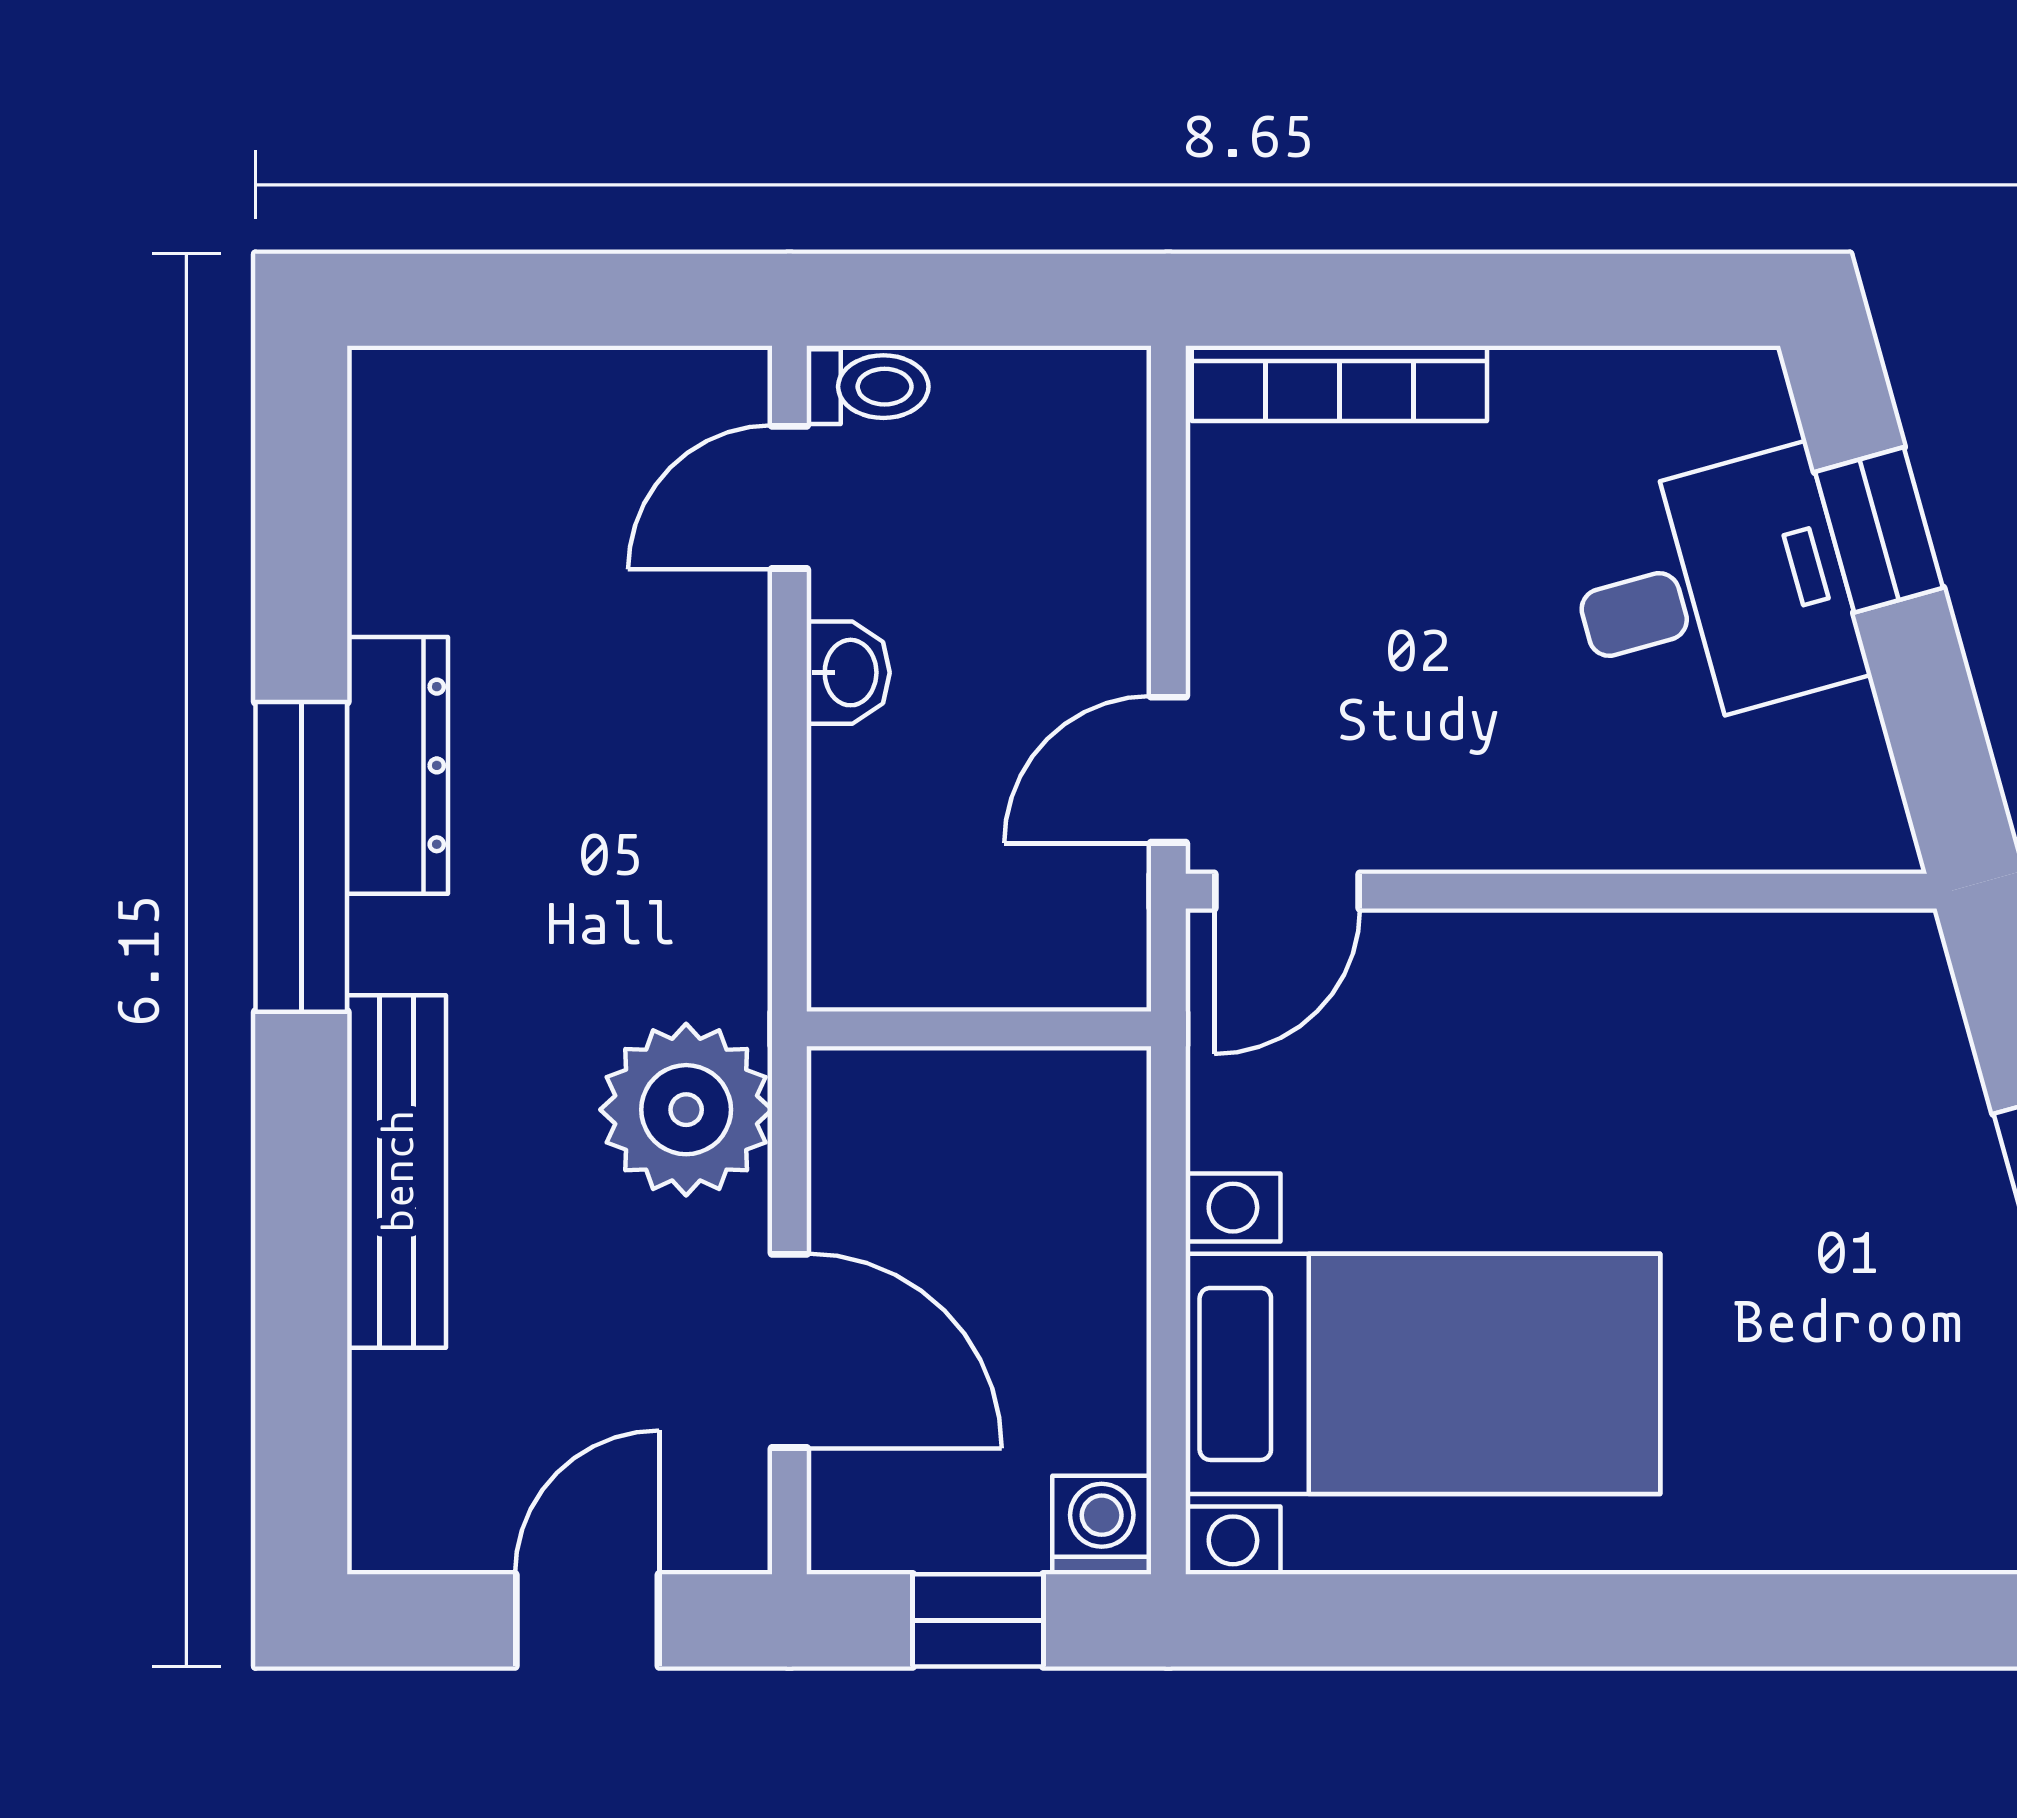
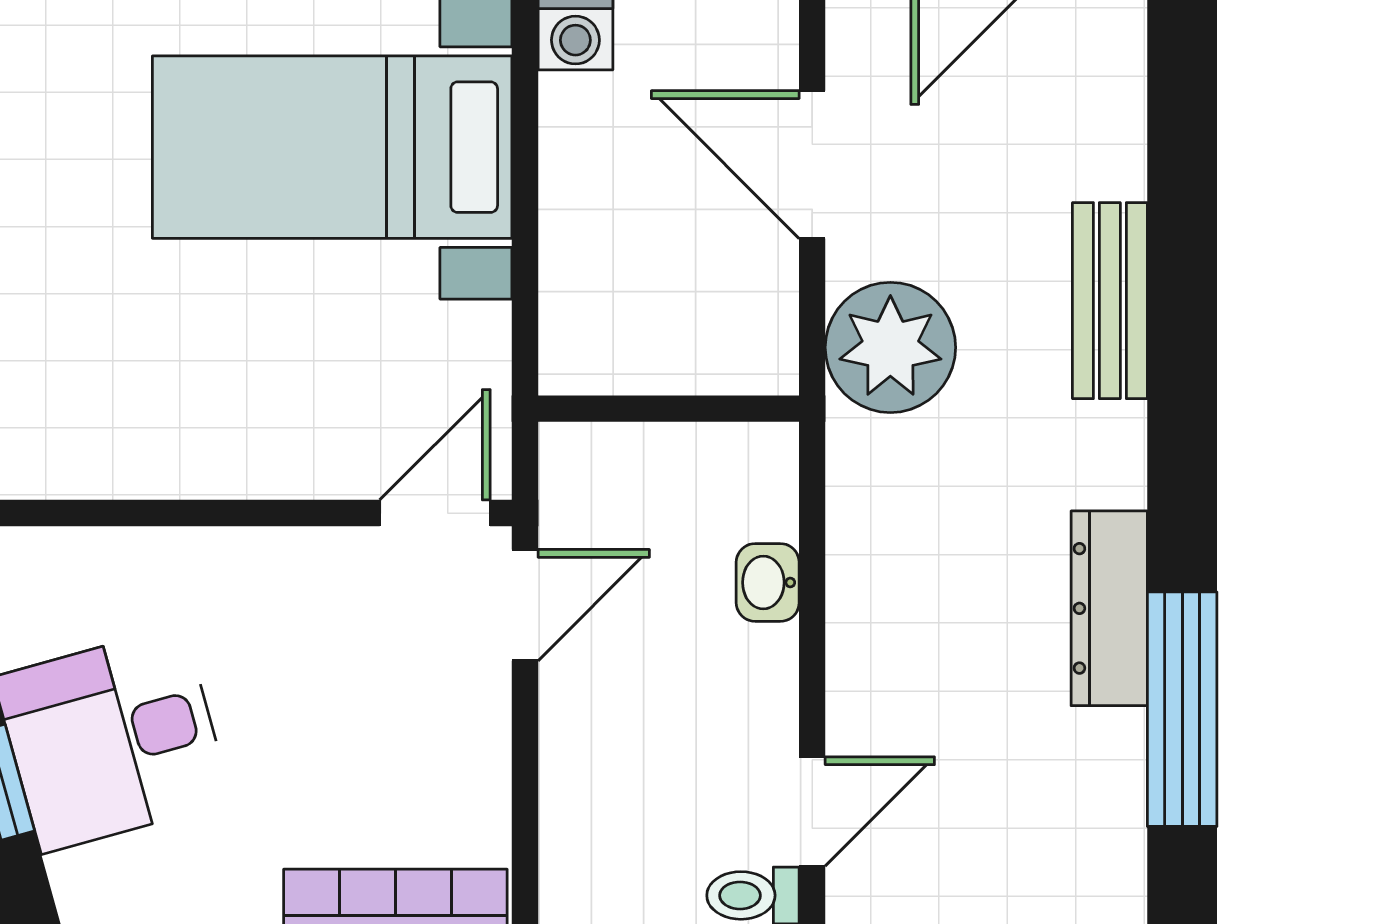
washbasin: (848, 673) -> (768, 582), moved
window: (301, 857) -> (1182, 709), moved
bench: (397, 1171) -> (1110, 301), width x0.73

